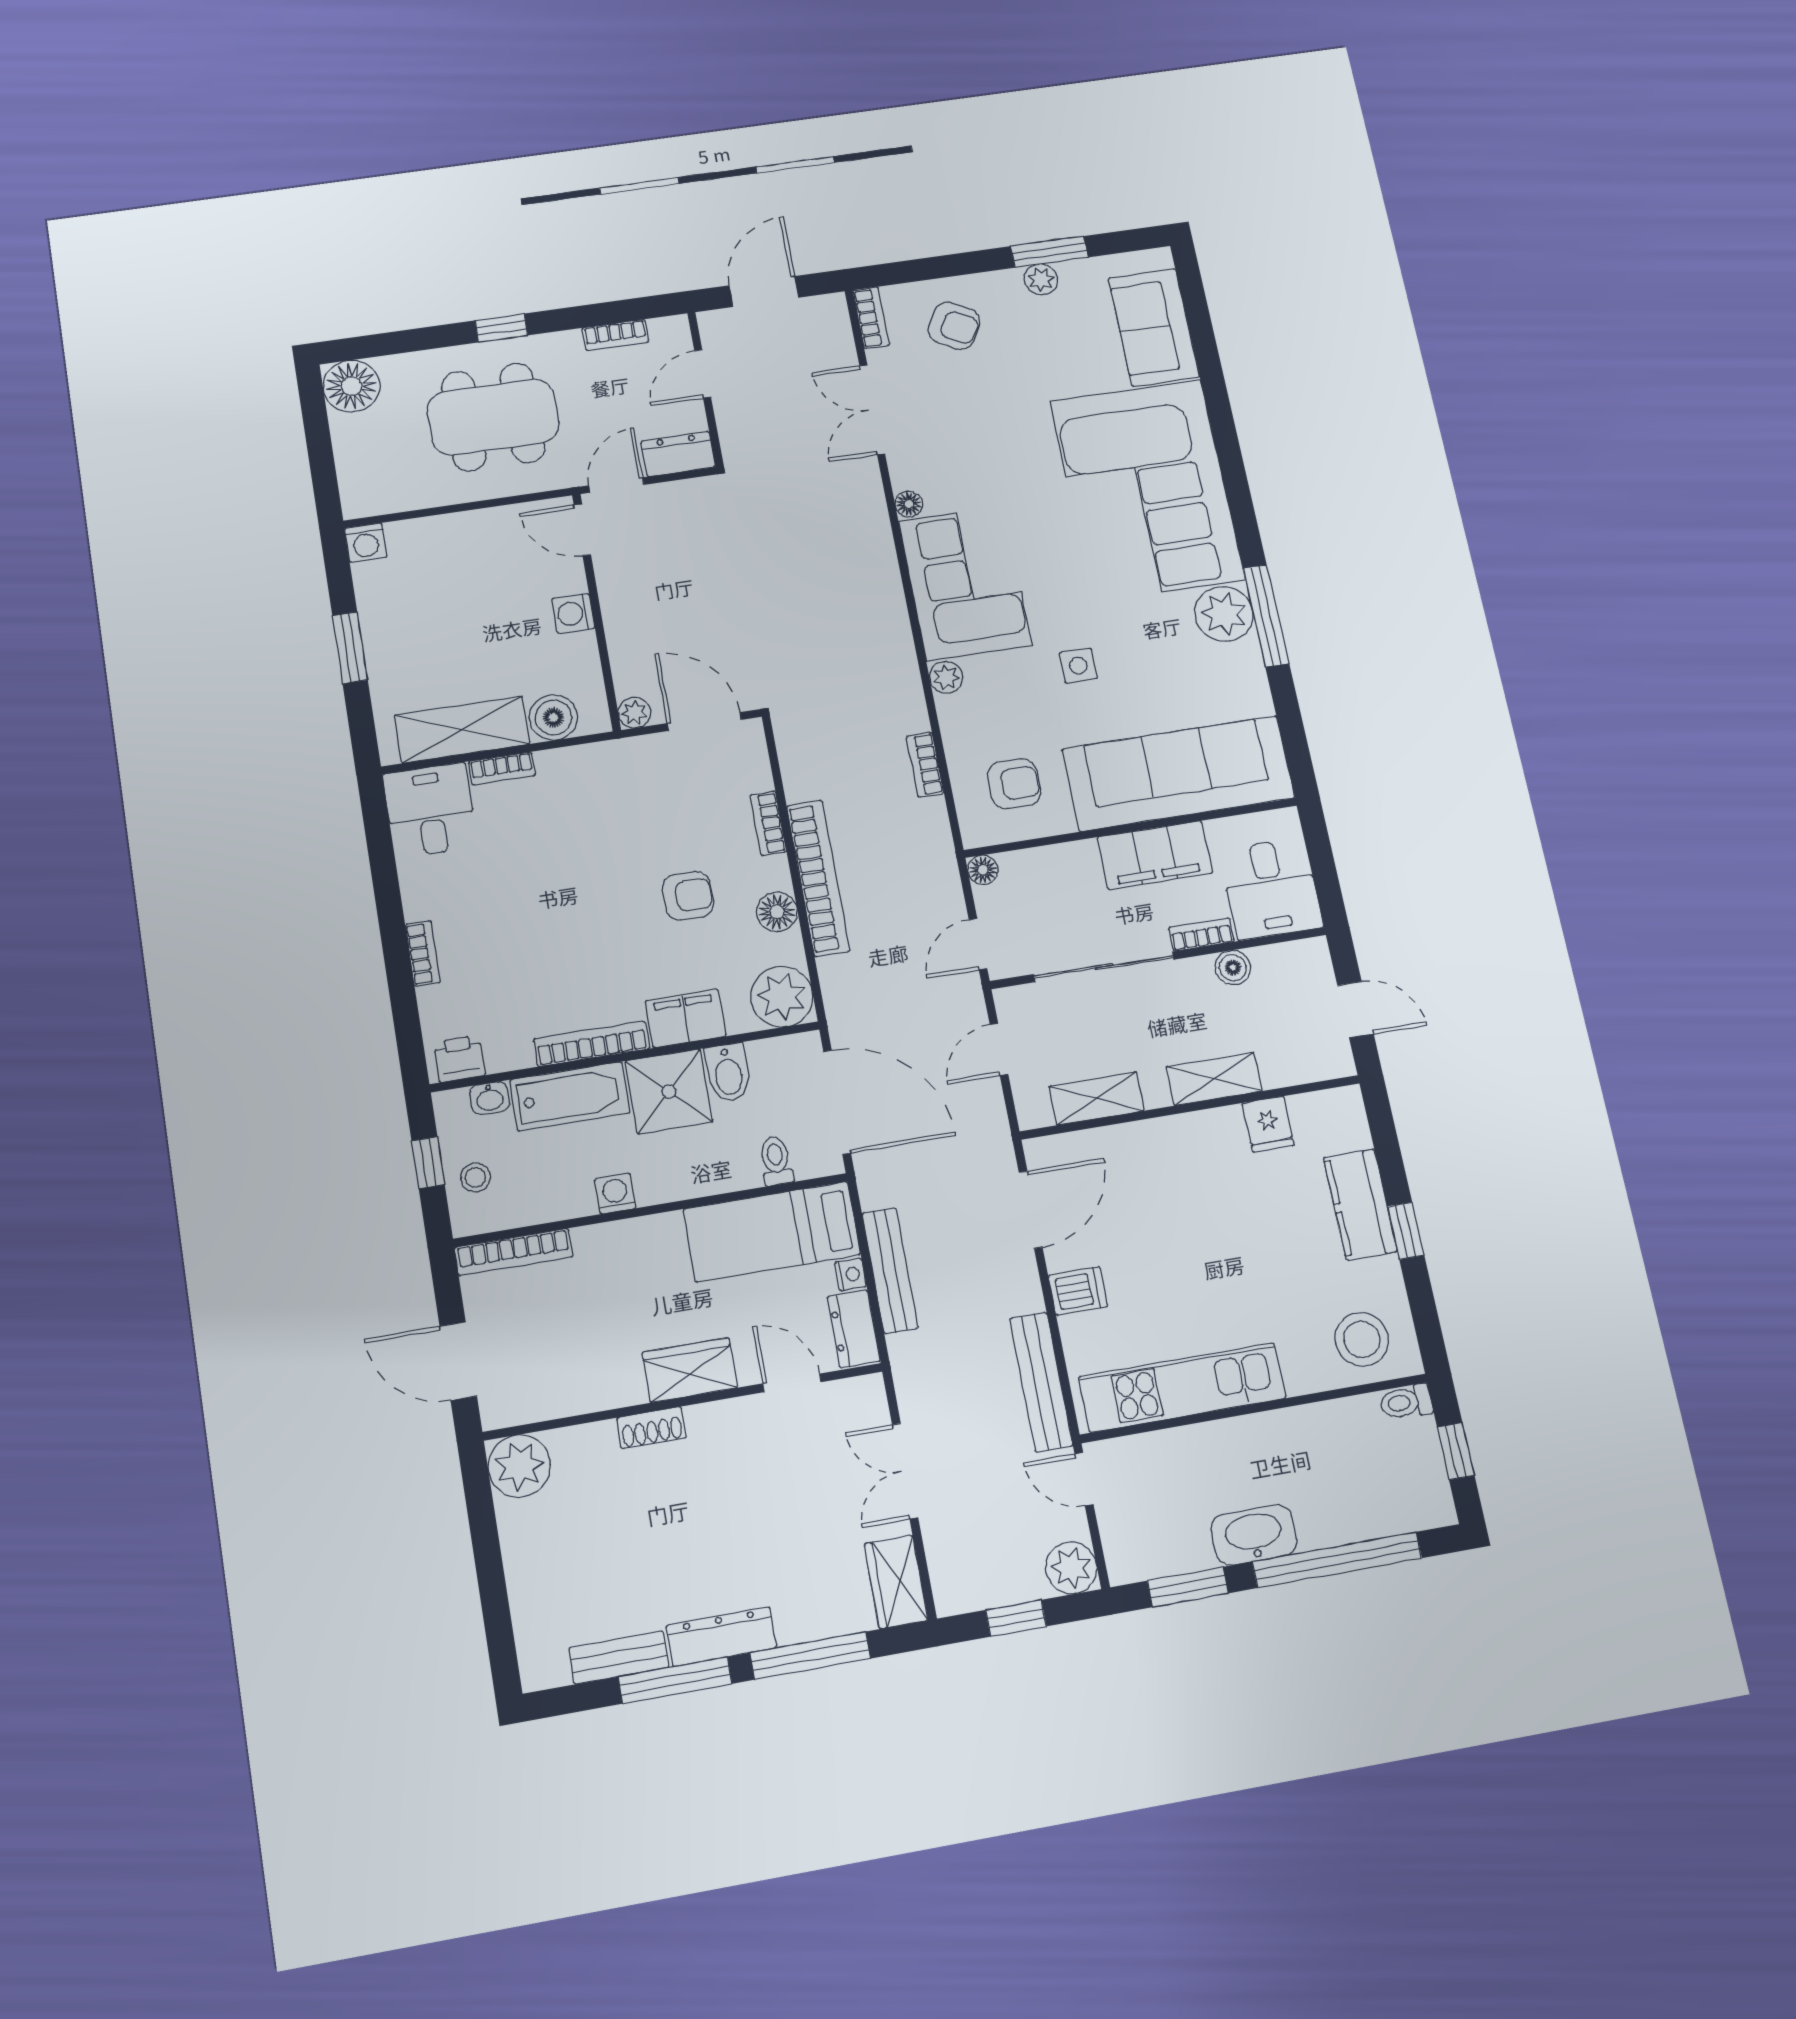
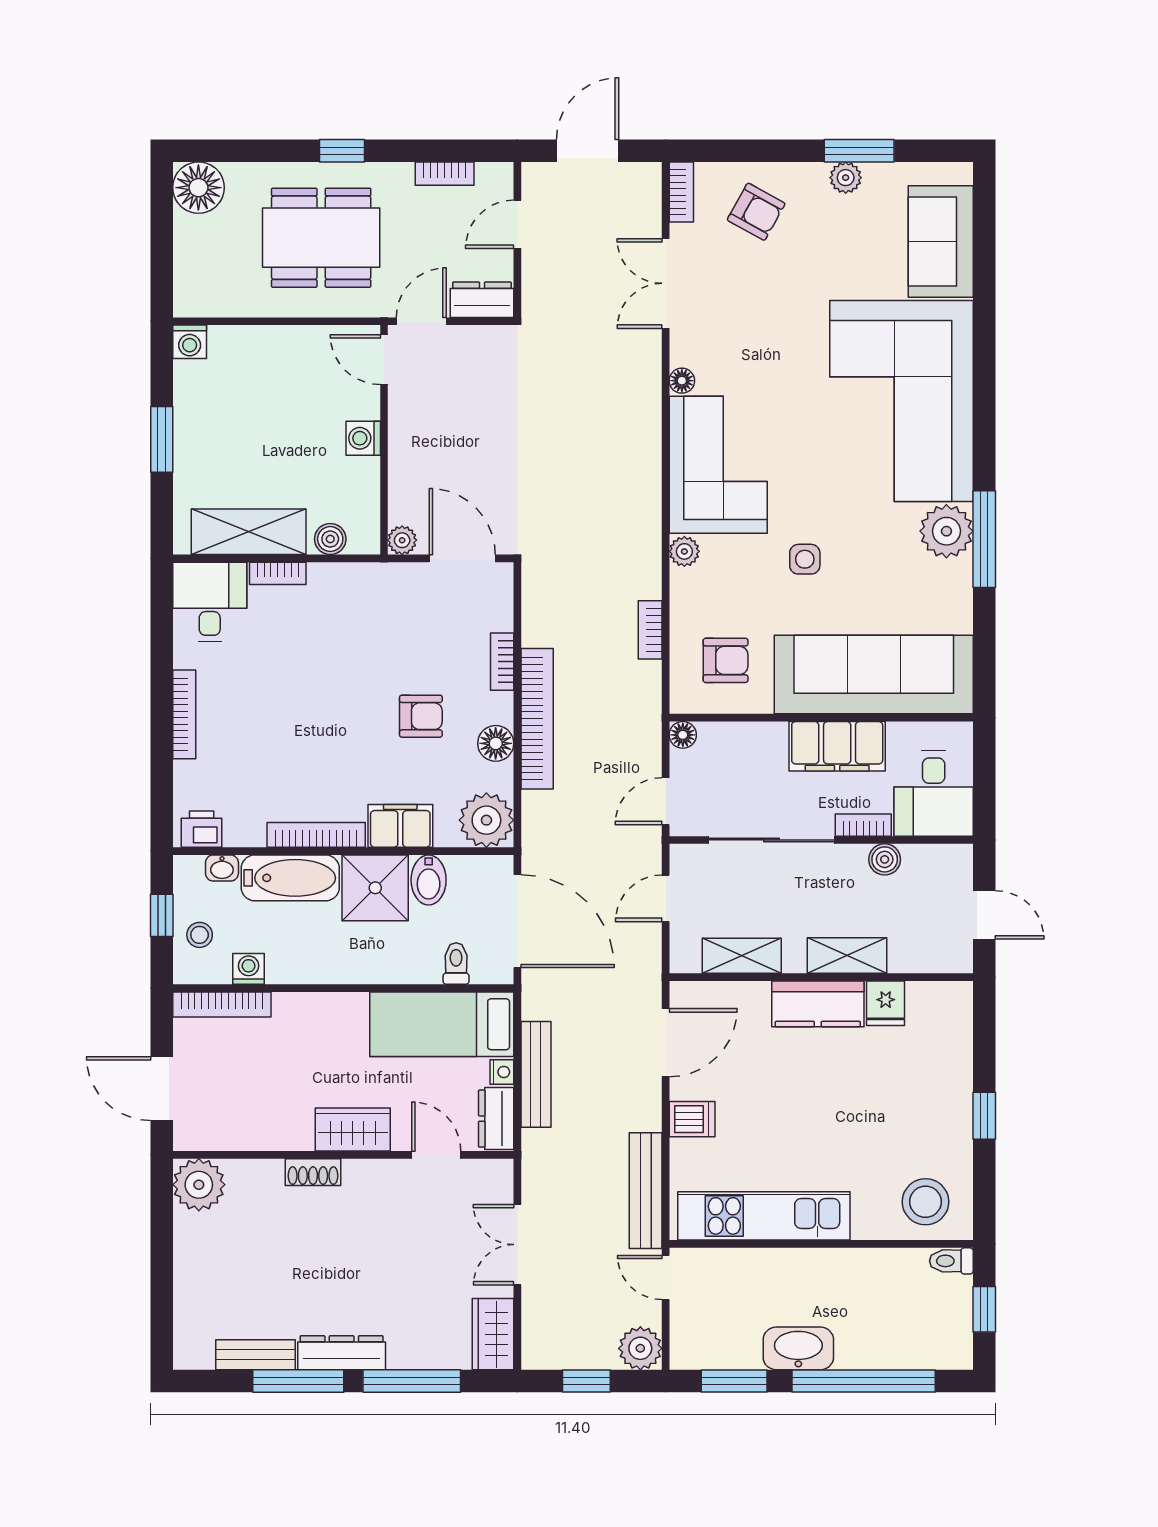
boiler: (553, 717) -> (330, 539), width x0.73, depth x0.73
bookcase: (423, 953) -> (184, 714), width x1.56
washing machine: (615, 1194) -> (249, 969), moved
kitchen counter: (1360, 1204) -> (818, 1004), moved, turned -90

